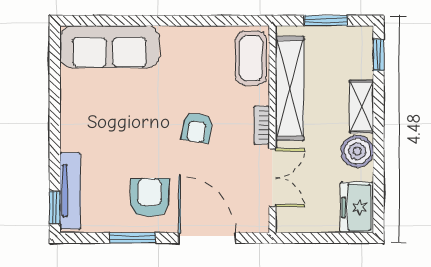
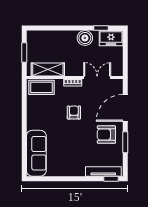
window: (379, 55) -> (101, 28), moved
shelving: (290, 88) -> (48, 69), width x0.68
shelving: (362, 107) -> (64, 36), removed
armchair: (197, 128) -> (74, 112), turned -99

